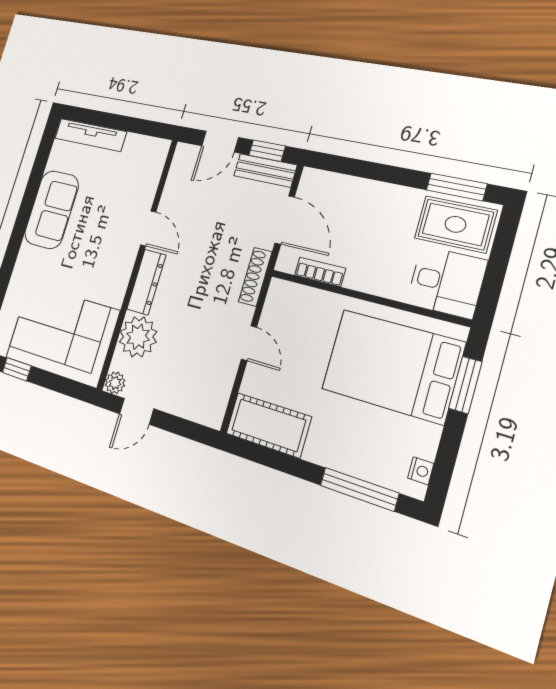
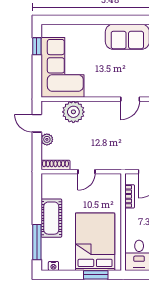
shoe rack: (255, 277) -> (55, 165), moved
dresser: (146, 282) -> (102, 107), removed
plant: (115, 383) -> (47, 139), moved
cot: (268, 425) -> (51, 218), moved

